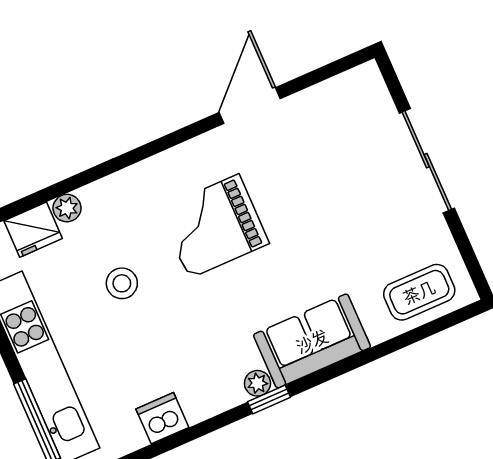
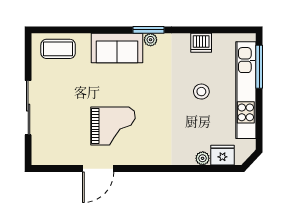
grand piano: (214, 226) -> (113, 126), moved
stool: (122, 283) -> (201, 92), moved
window: (269, 399) -> (148, 30), width x1.50

